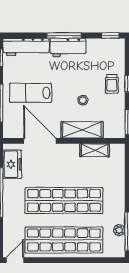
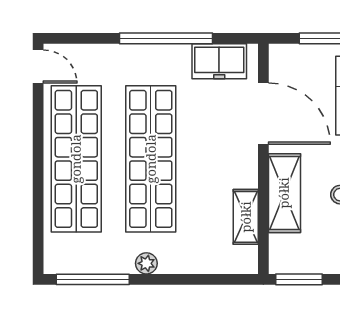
door: (40, 141) -> (263, 114), hinge flipped
plant: (119, 230) -> (146, 263), moved

